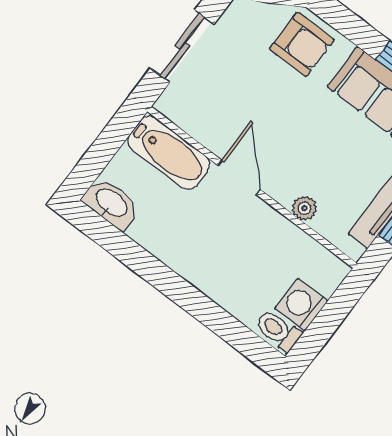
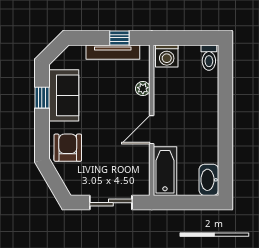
washing machine: (301, 305) -> (167, 56), moved

